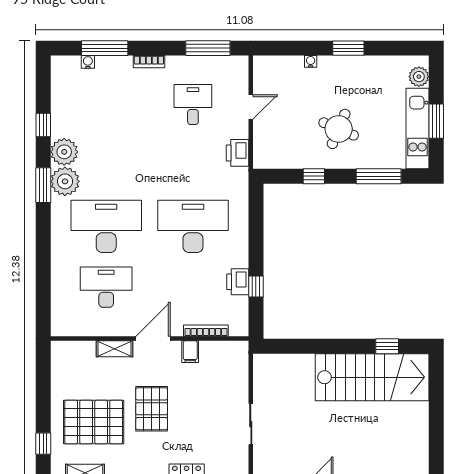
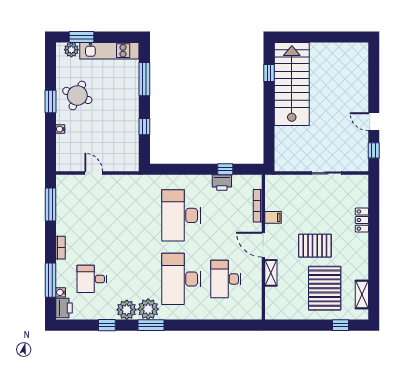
desk: (193, 105) -> (92, 279), moved
window: (436, 121) -> (82, 37), moved
round table: (339, 129) -> (77, 95), moved
printer: (237, 153) -> (64, 308), moved, turned -90

